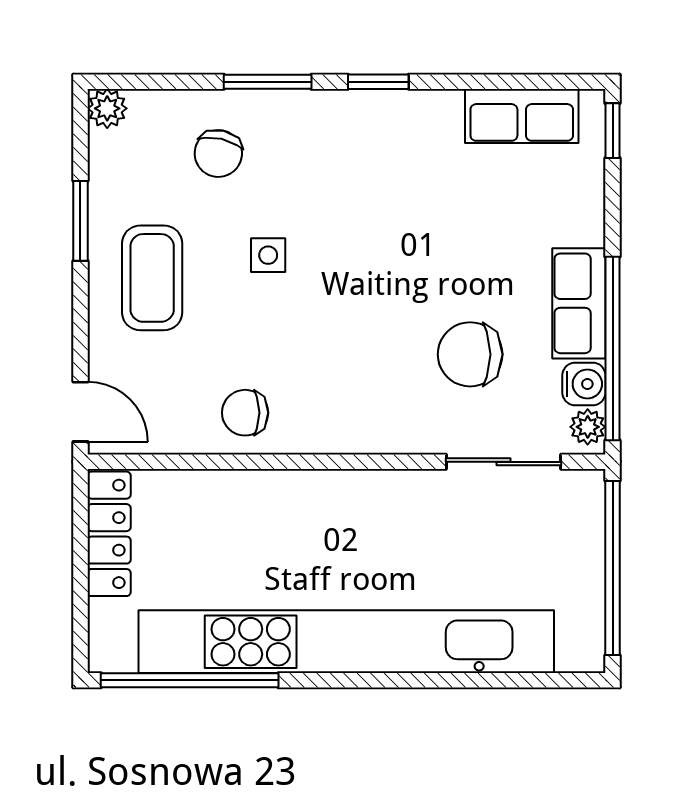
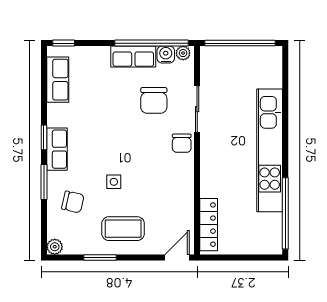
row of seats: (349, 114) -> (57, 149), added
chair: (245, 413) -> (182, 143), moved
sliding door: (504, 462) -> (197, 109), moved
locker: (109, 534) -> (209, 225), moved, turned 90
kitchen unit: (346, 642) -> (270, 150), width x0.73

